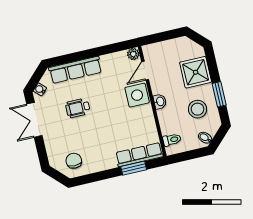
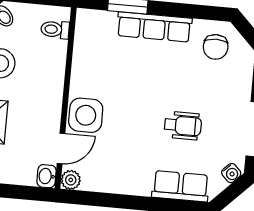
row of seats: (75, 70) -> (181, 186), width x0.68
washbasin: (160, 101) -> (46, 176), moved
row of seats: (139, 155) -> (154, 27), moved

